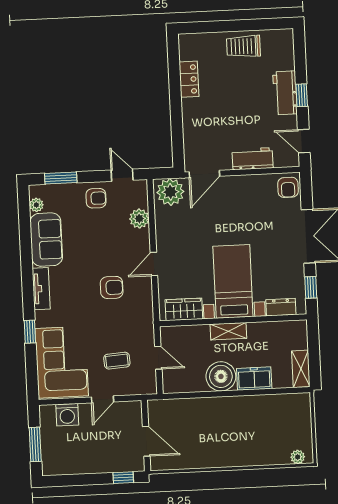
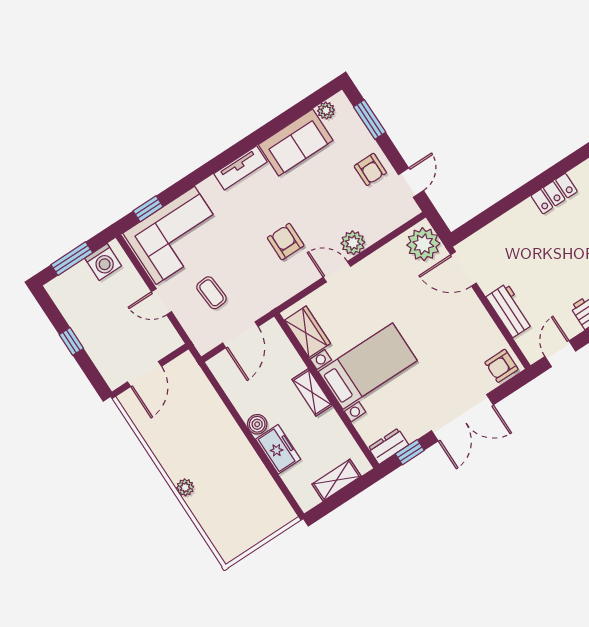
plant: (139, 219) -> (353, 243), moved
armchair: (112, 287) -> (286, 242), turned 180
dresser: (281, 307) -> (388, 446), moved, turned -90
window: (30, 332) -> (148, 209), moved
door: (158, 358) -> (240, 335), width x1.38
shelving: (301, 369) -> (337, 480), moved
boiler: (221, 376) -> (257, 424), width x0.54, depth x0.54
washing machine: (67, 415) -> (103, 262), moved, turned -90
plant: (298, 457) -> (185, 487), moved
window: (123, 478) -> (71, 341), moved

